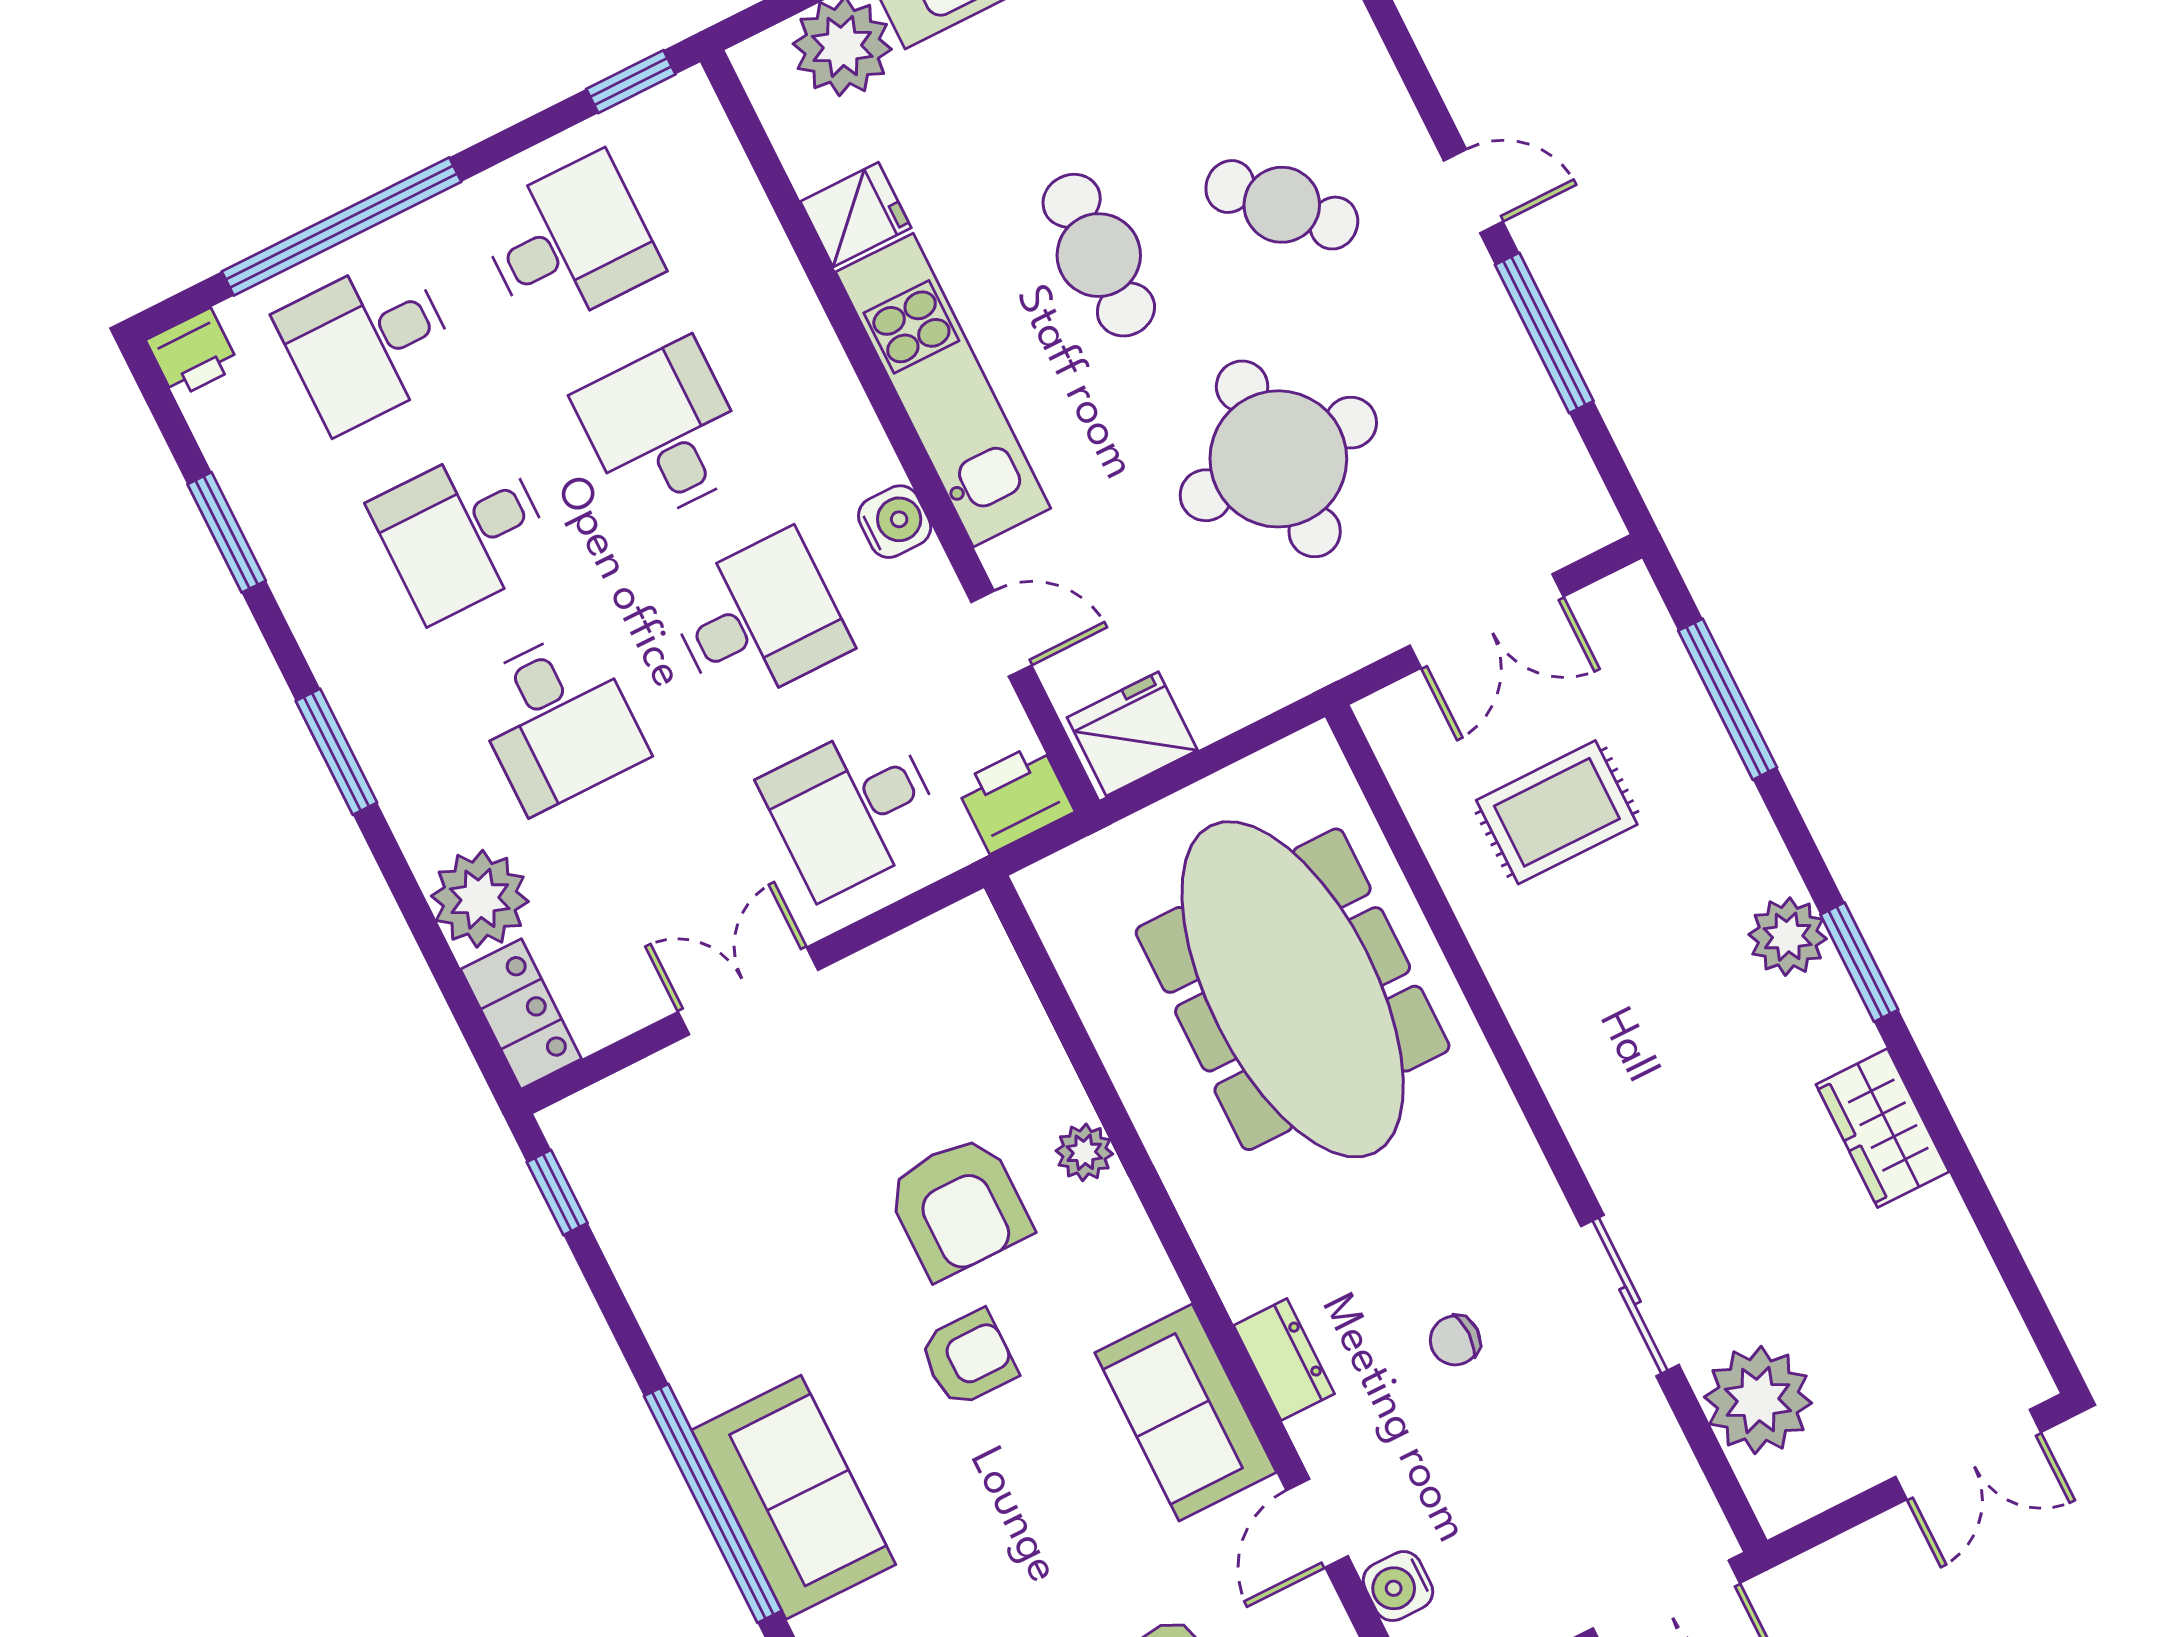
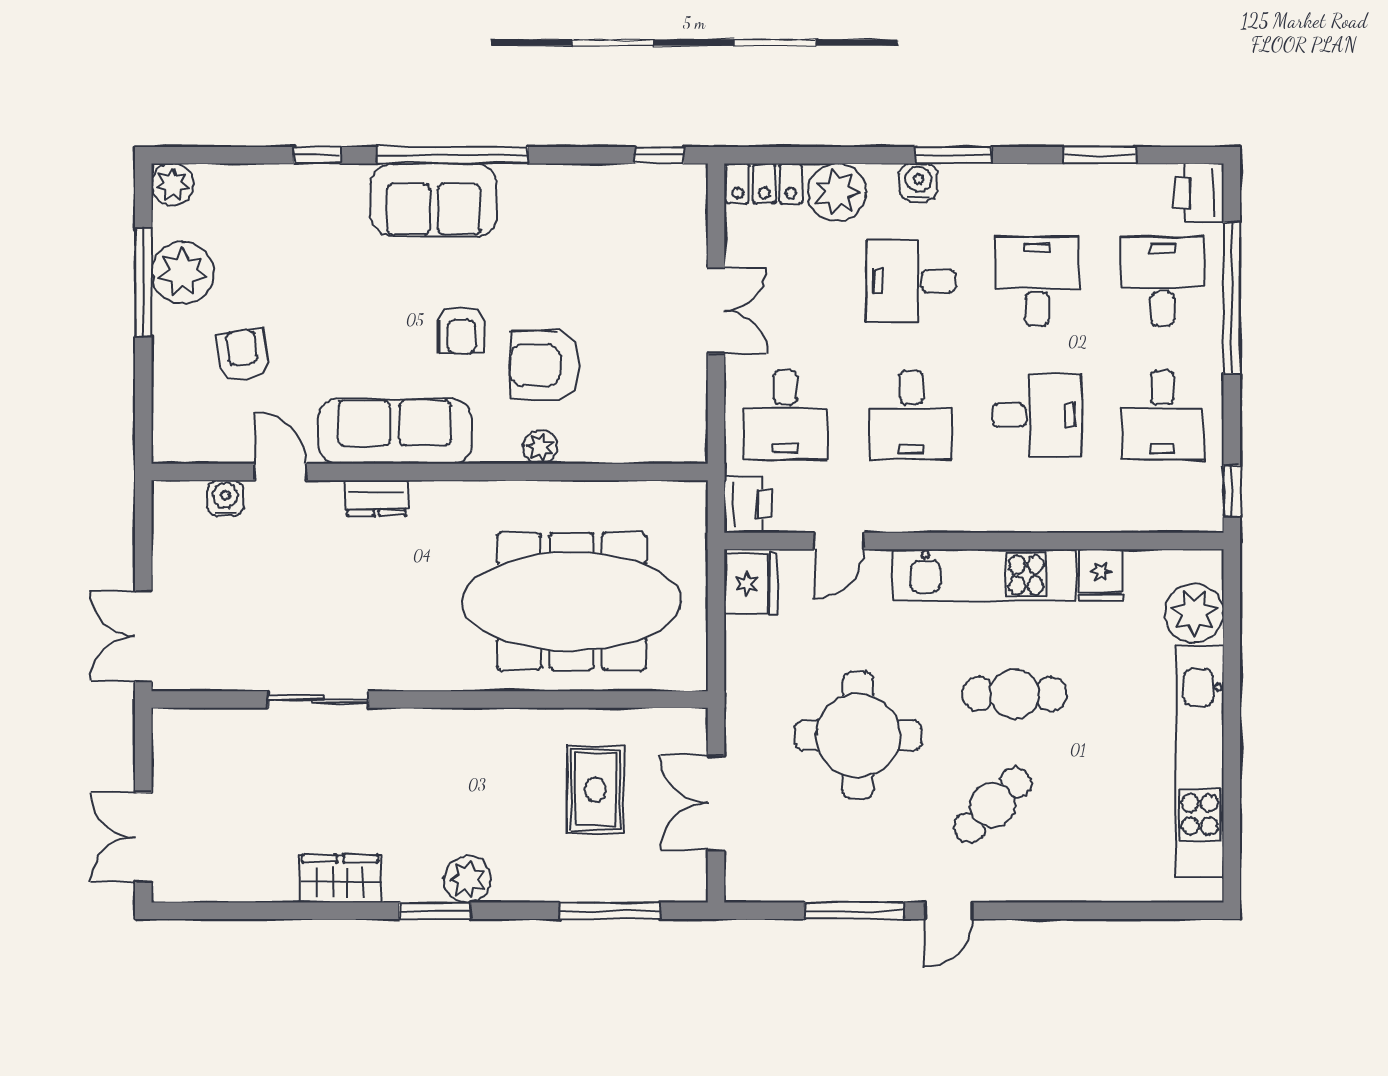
printer: (193, 353) -> (1199, 193), width x1.36, depth x1.24
water cooler: (895, 522) -> (918, 182), moved, turned 180
desk: (853, 809) -> (785, 415), turned 180
chair: (1455, 1340) -> (341, 594), removed
plant: (1758, 1400) -> (228, 740), removed
sofa: (1186, 1412) -> (395, 431), width x1.36

